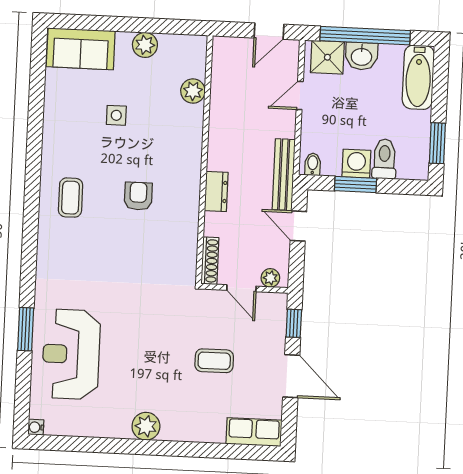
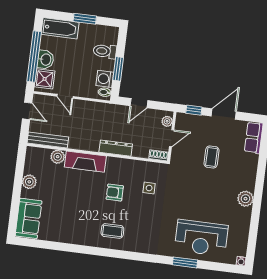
side table: (116, 115) -> (149, 188), moved
fireplace: (188, 140) -> (85, 162), added
window: (437, 143) -> (85, 19), moved
washing machine: (356, 164) -> (105, 79), moved
bench: (284, 175) -> (48, 140), moved
dresser: (216, 192) -> (116, 148), width x1.44
shoe rack: (210, 261) -> (159, 155), width x0.70

